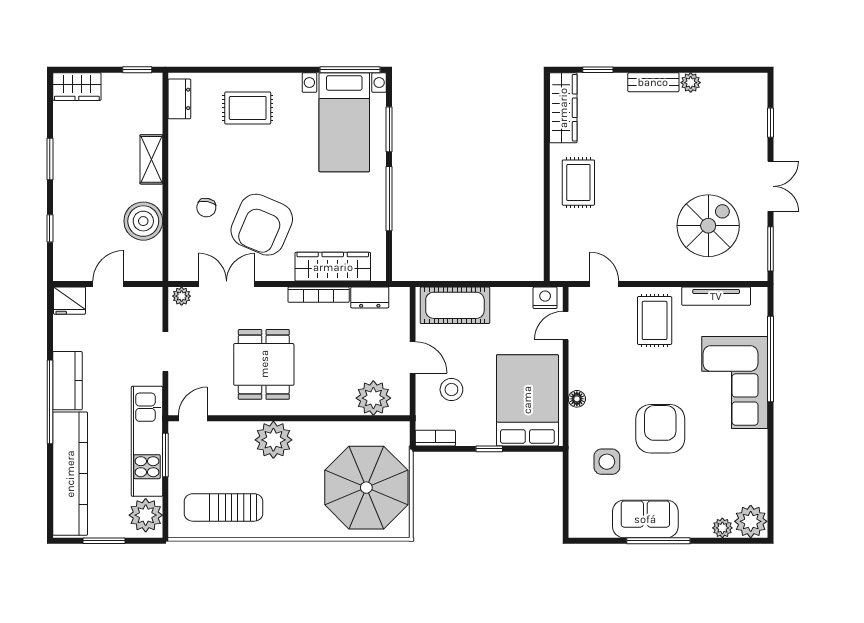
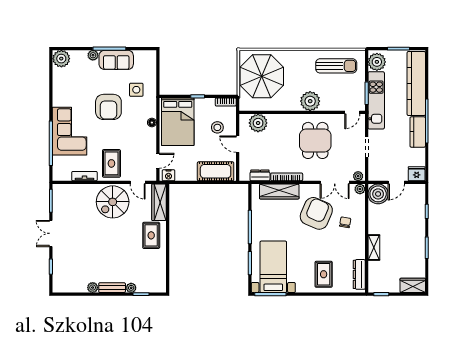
plant: (617, 82) -> (131, 288), added
dresser: (179, 99) -> (359, 274), width x1.44
rug: (248, 108) -> (324, 274), turned 90
wardrobe: (563, 108) -> (159, 202), moved
boiler: (143, 221) -> (378, 194), moved
spiral stairs: (708, 226) -> (113, 202), moved
plant: (178, 271) -> (360, 189), added
tv unit: (716, 296) -> (84, 176), width x0.71
plant: (722, 528) -> (93, 55), moved

